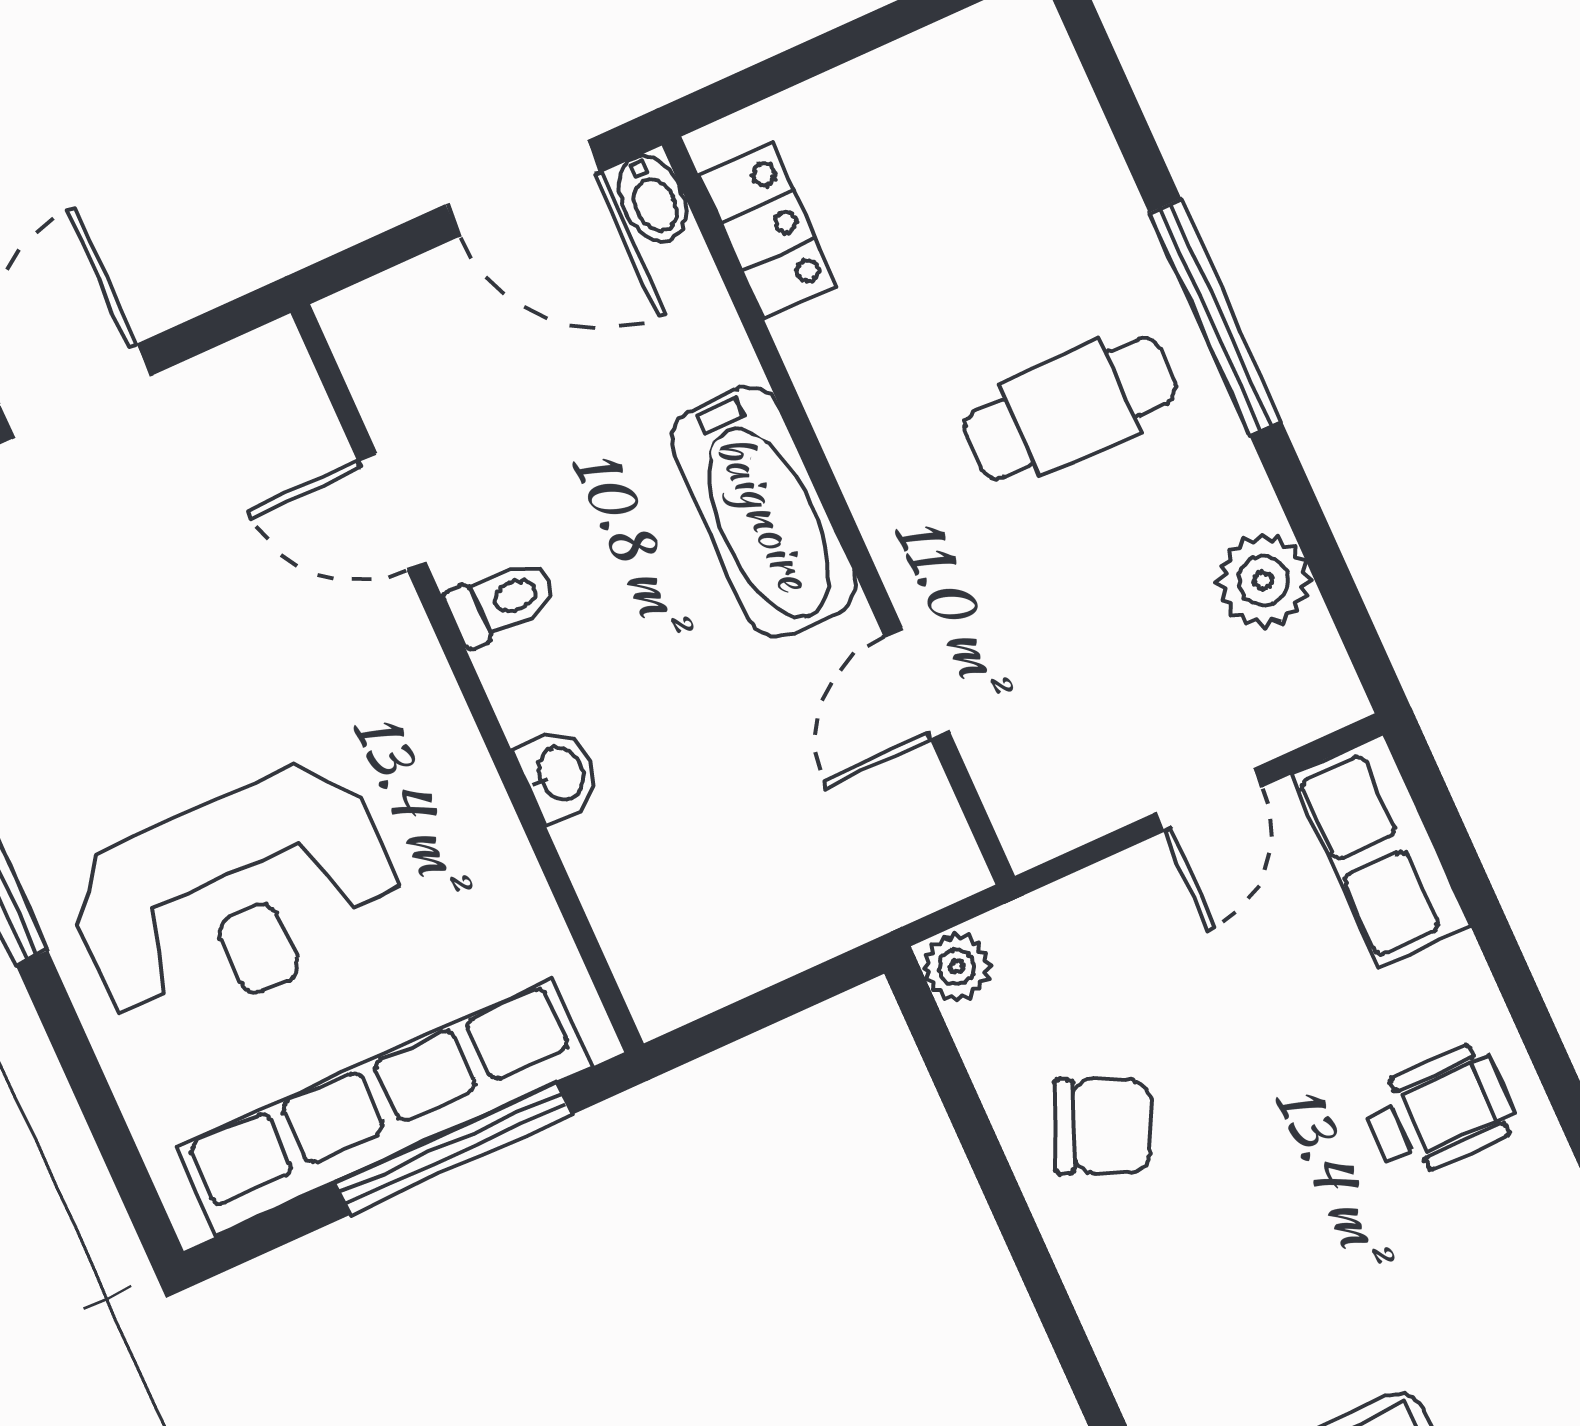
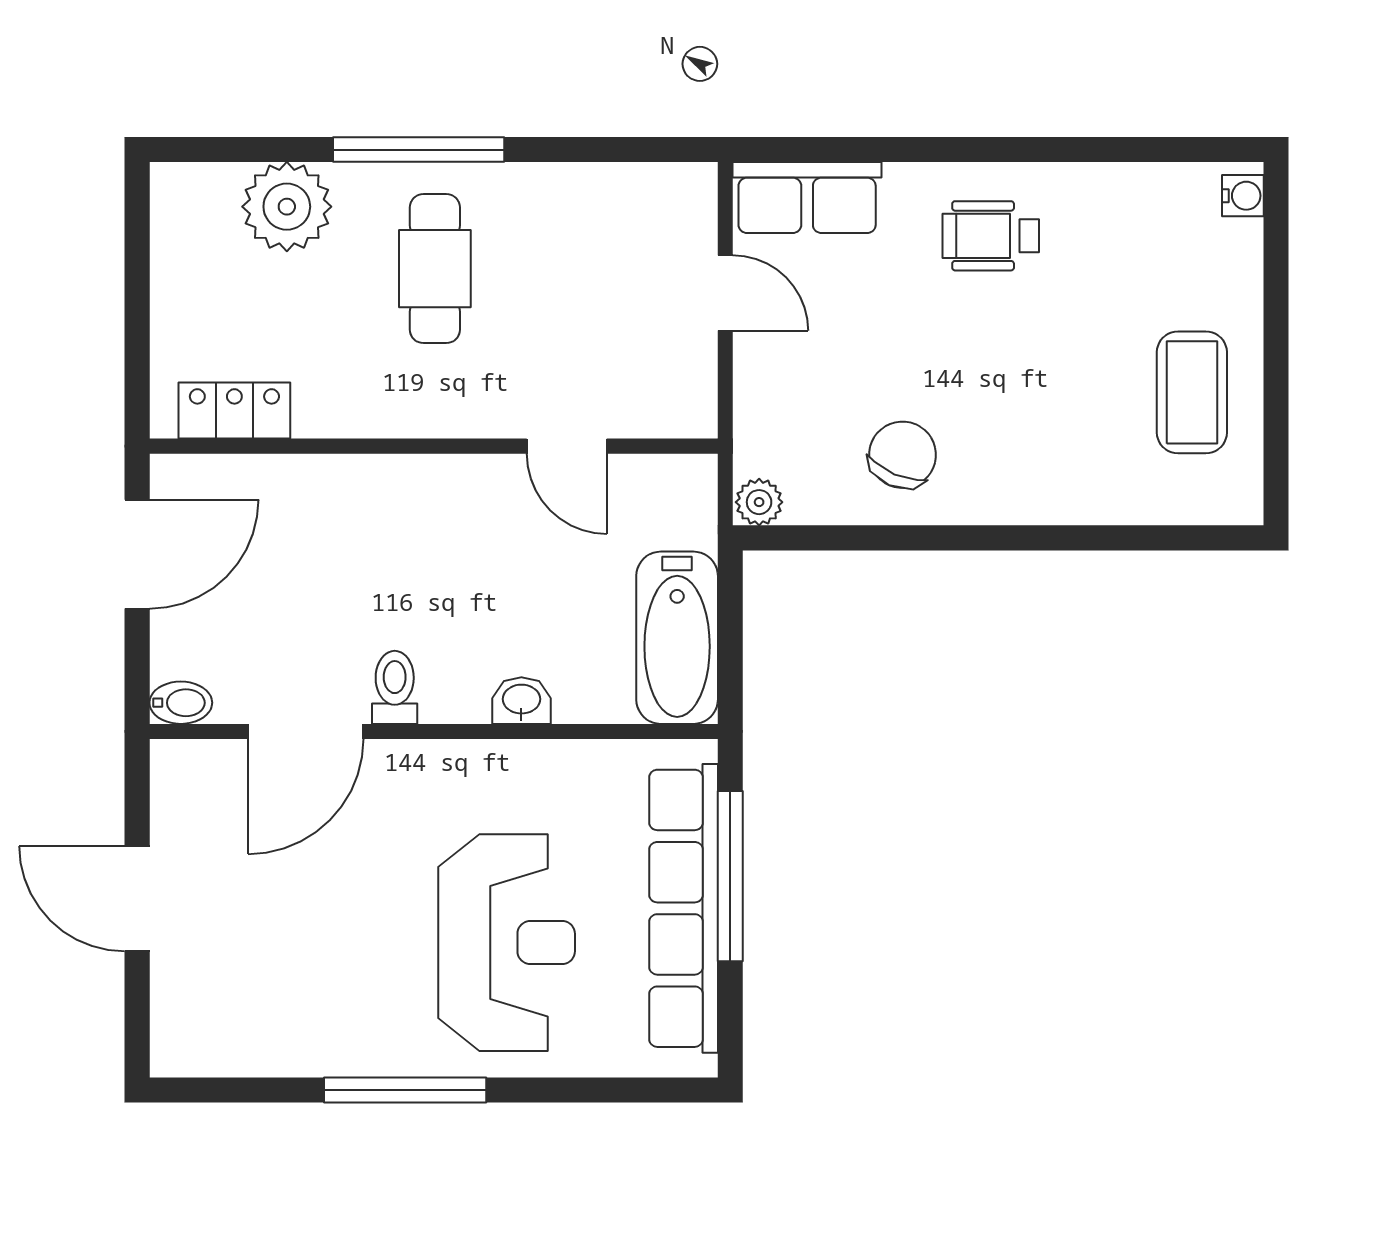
bidet: (652, 199) -> (181, 703), moved
door: (392, 512) -> (306, 731), width x1.38
bathtub: (764, 512) -> (677, 638), moved, turned 90
plant: (1264, 581) -> (287, 207), moved, width x1.36, depth x1.36
wheelchair: (1439, 1112) -> (991, 236), turned -90

